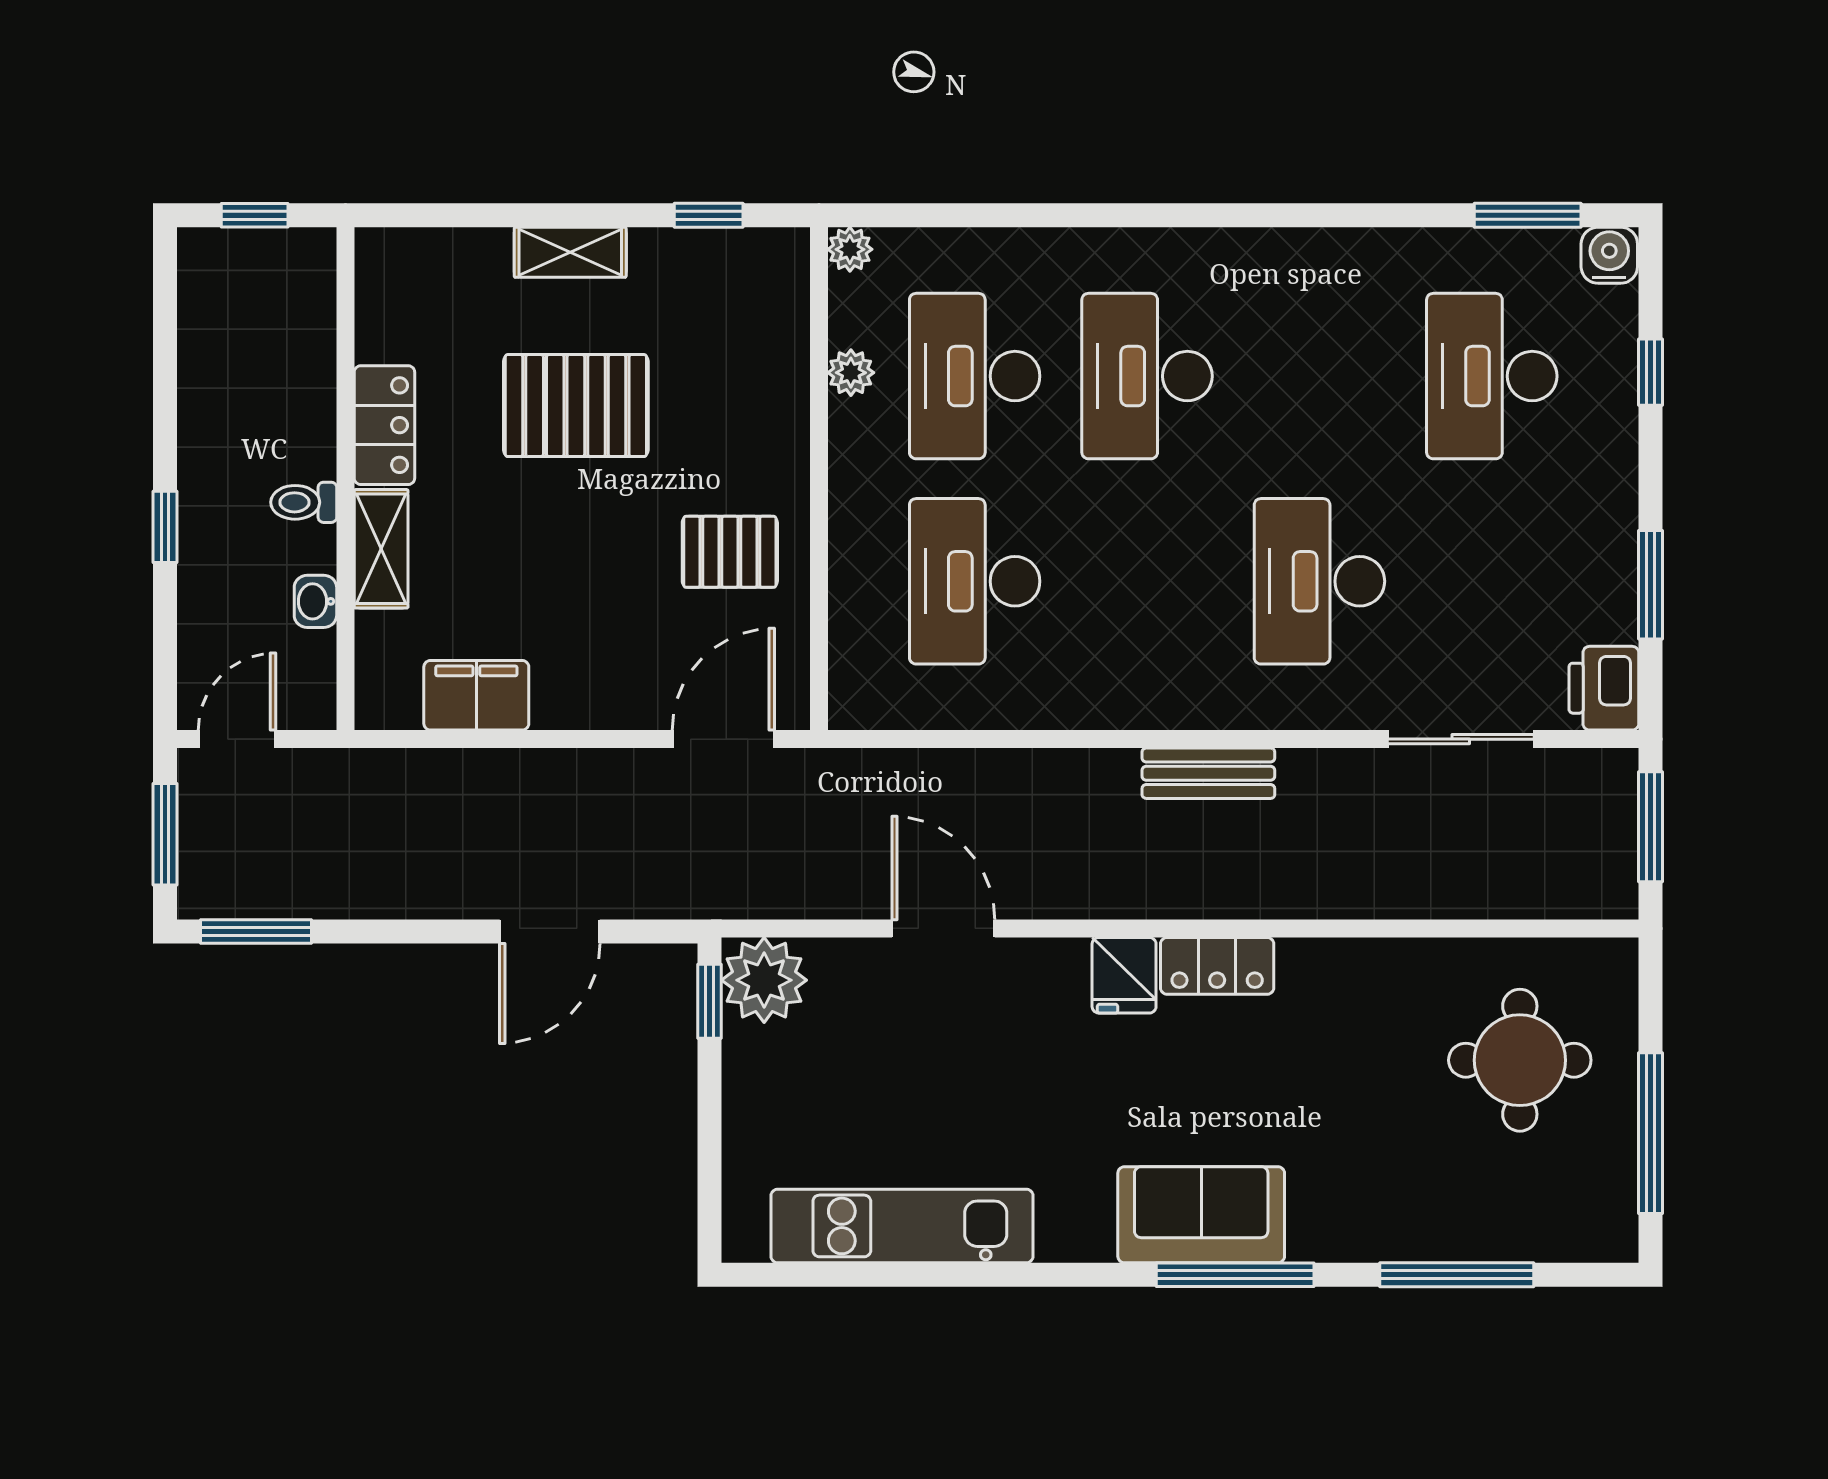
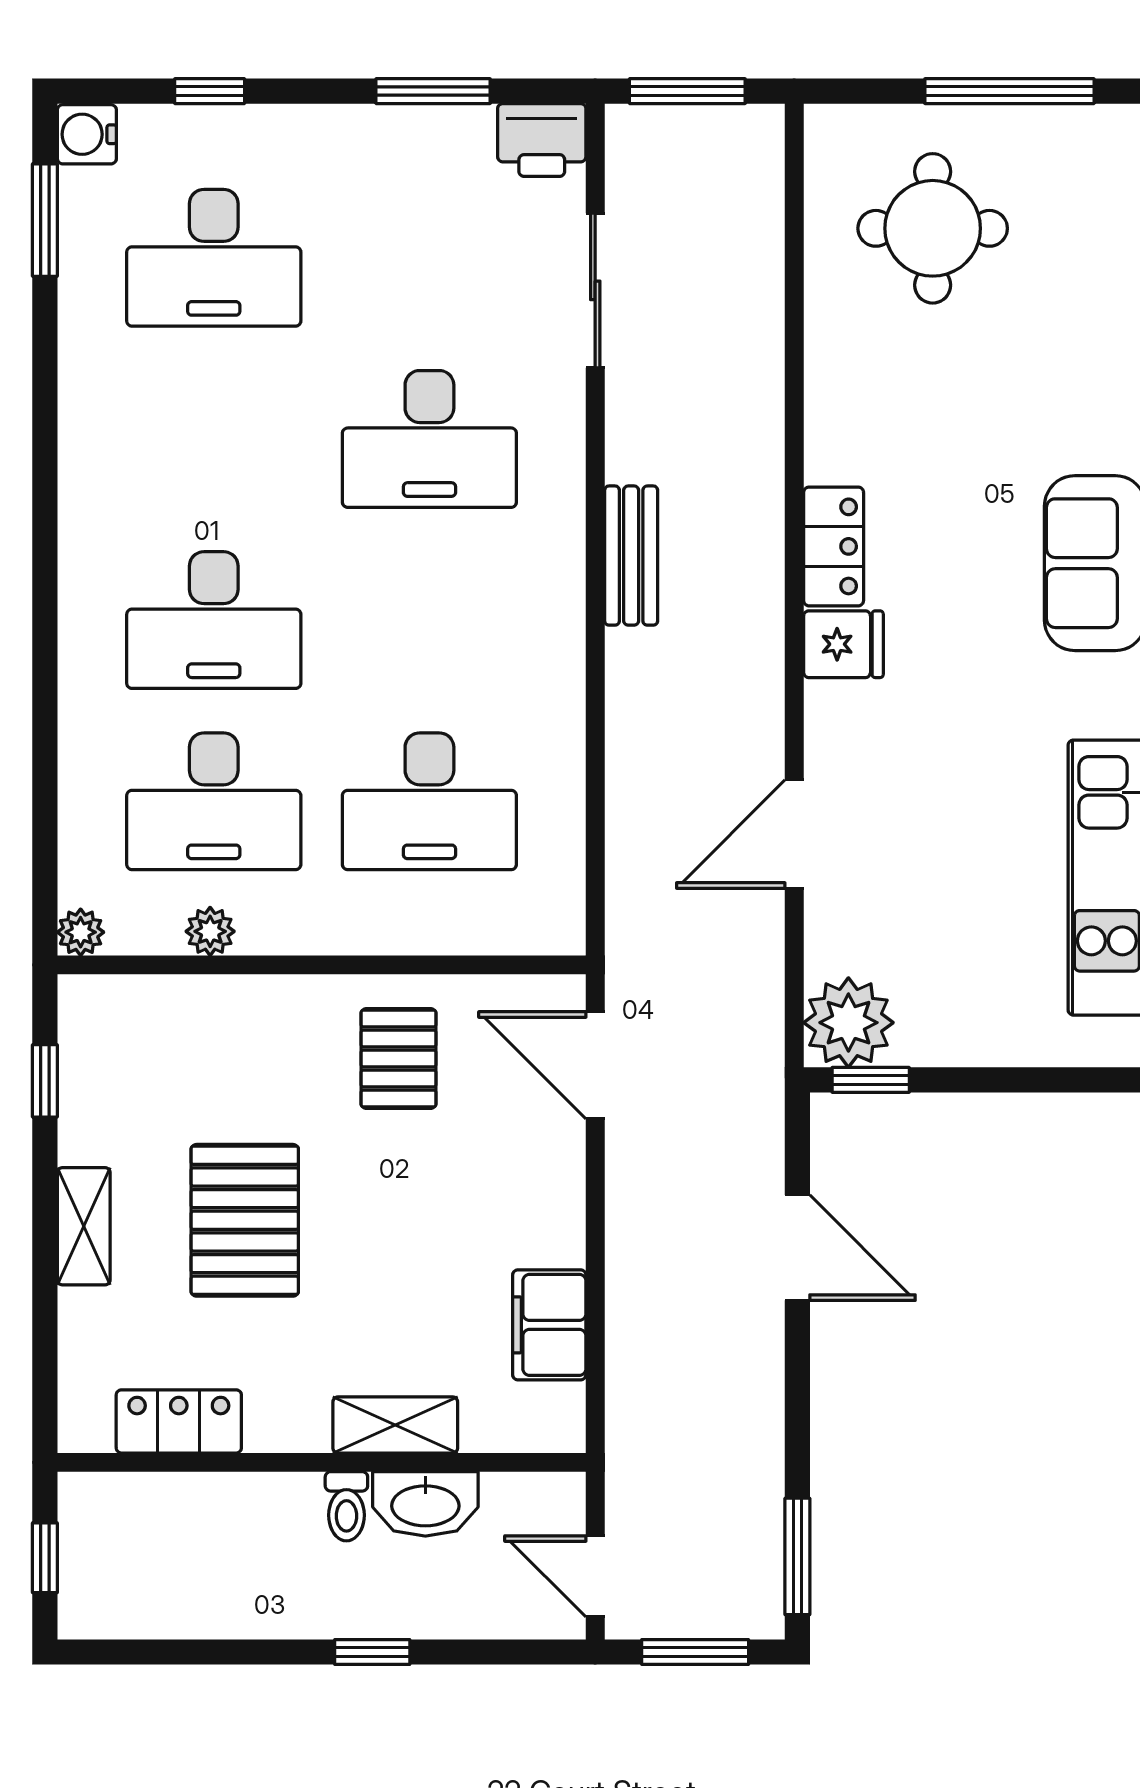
locker: (384, 425) -> (179, 1421), moved
washbasin: (315, 601) -> (425, 1504), width x1.91, depth x1.45

